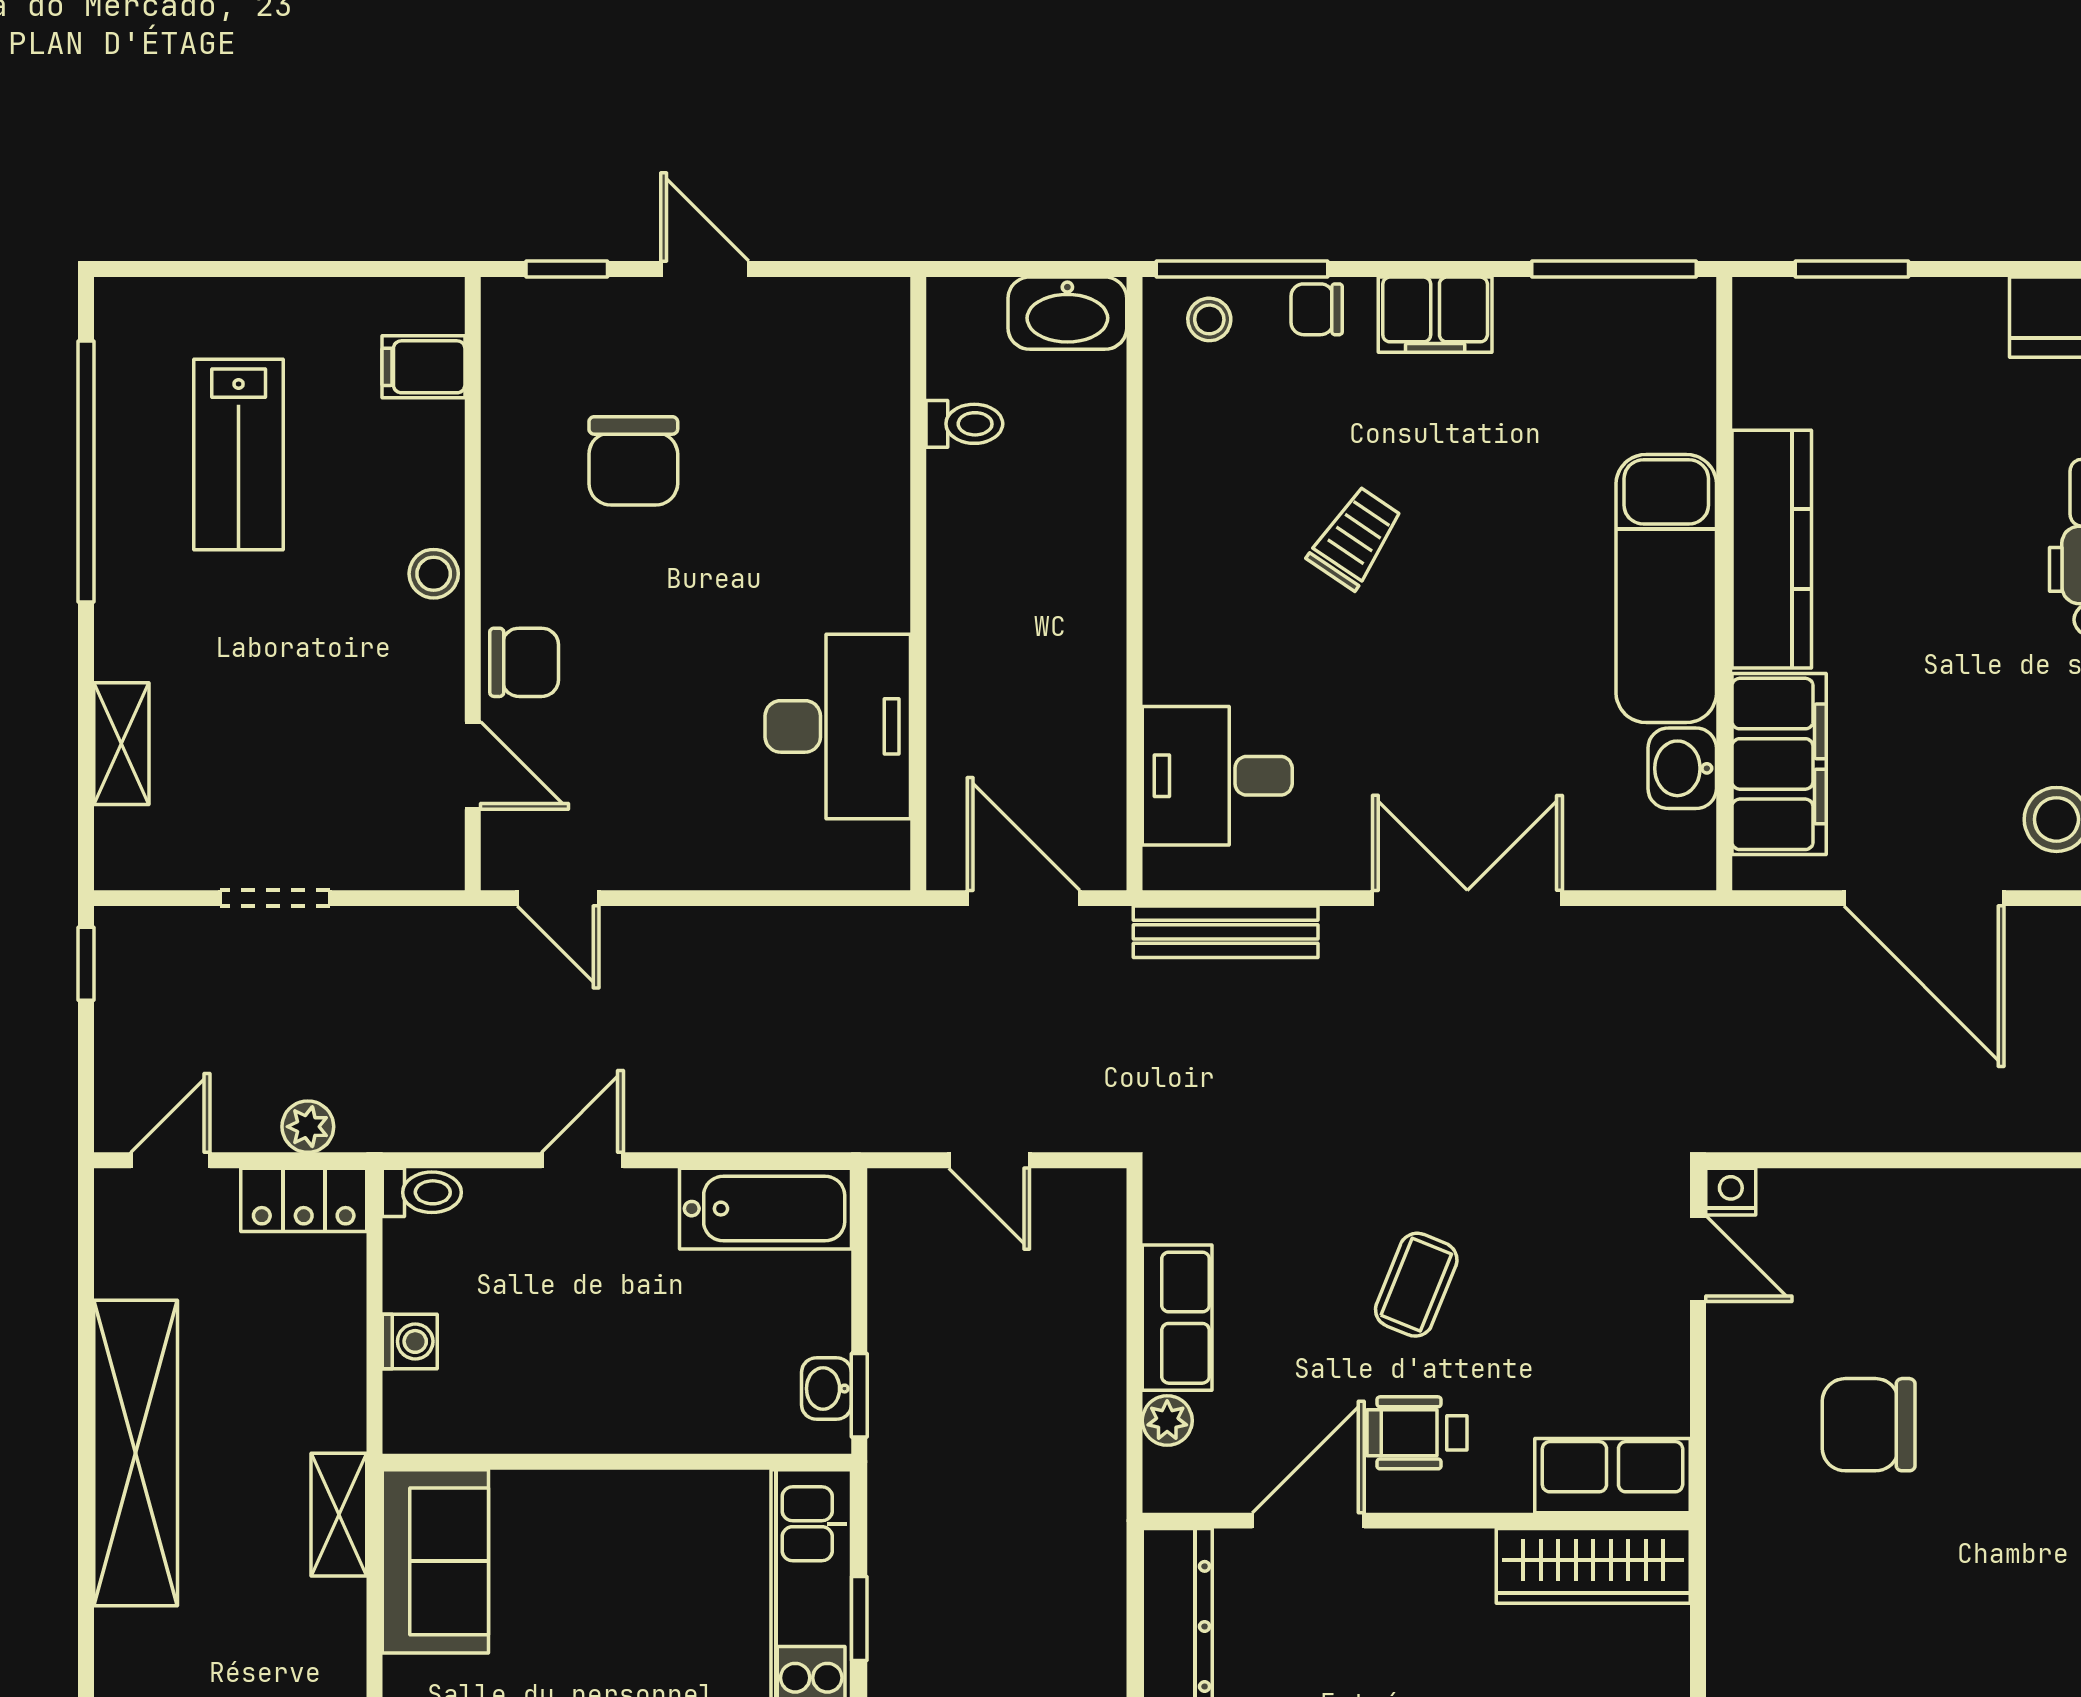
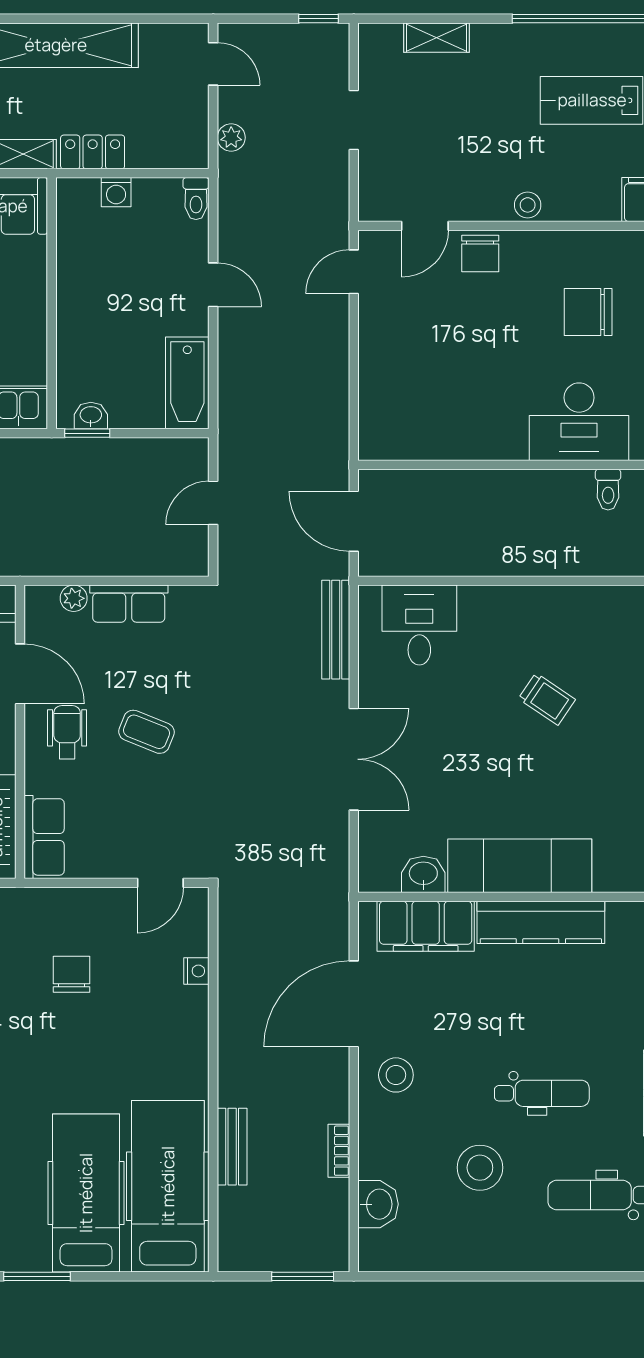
desk: (838, 726) -> (579, 422), moved
door: (1024, 898) -> (354, 521), swing flipped
nightstand: (1731, 1192) -> (196, 971), moved
locker: (304, 1200) -> (93, 152), moved, turned 90
chair: (1869, 1425) -> (71, 974), width x0.73, depth x0.73

